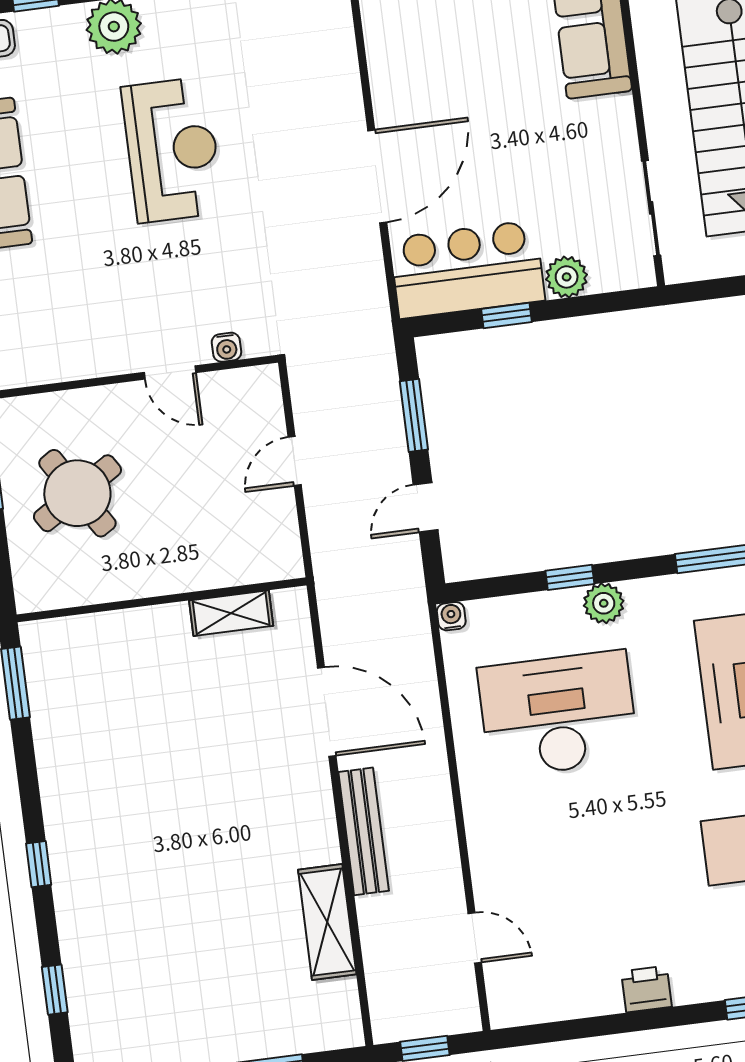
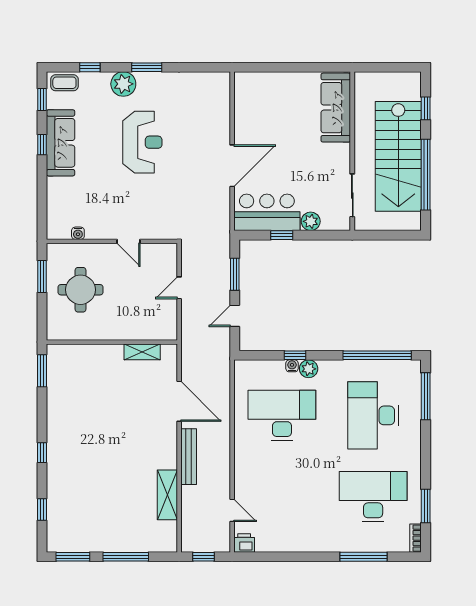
water cooler: (226, 347) -> (78, 233), moved
round table: (77, 493) -> (81, 290), turned 32
water cooler: (451, 616) -> (292, 366), moved
printer: (646, 989) -> (244, 543), moved

